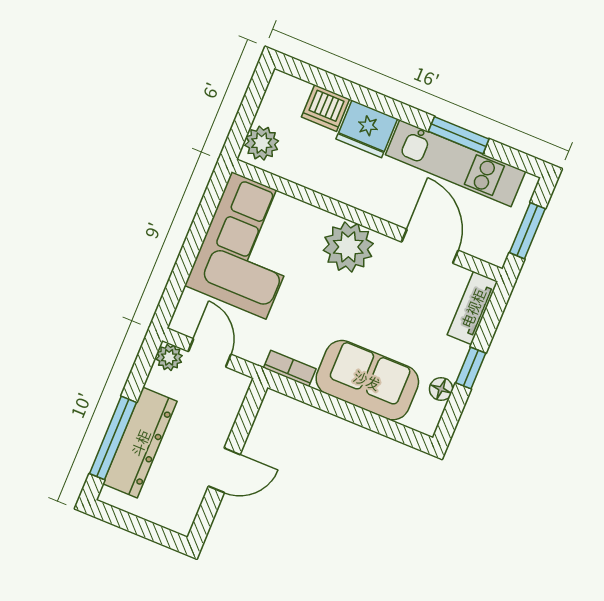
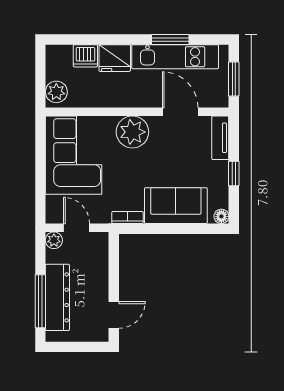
floor lamp: (441, 389) -> (221, 216), moved
door: (224, 470) -> (114, 315), moved

